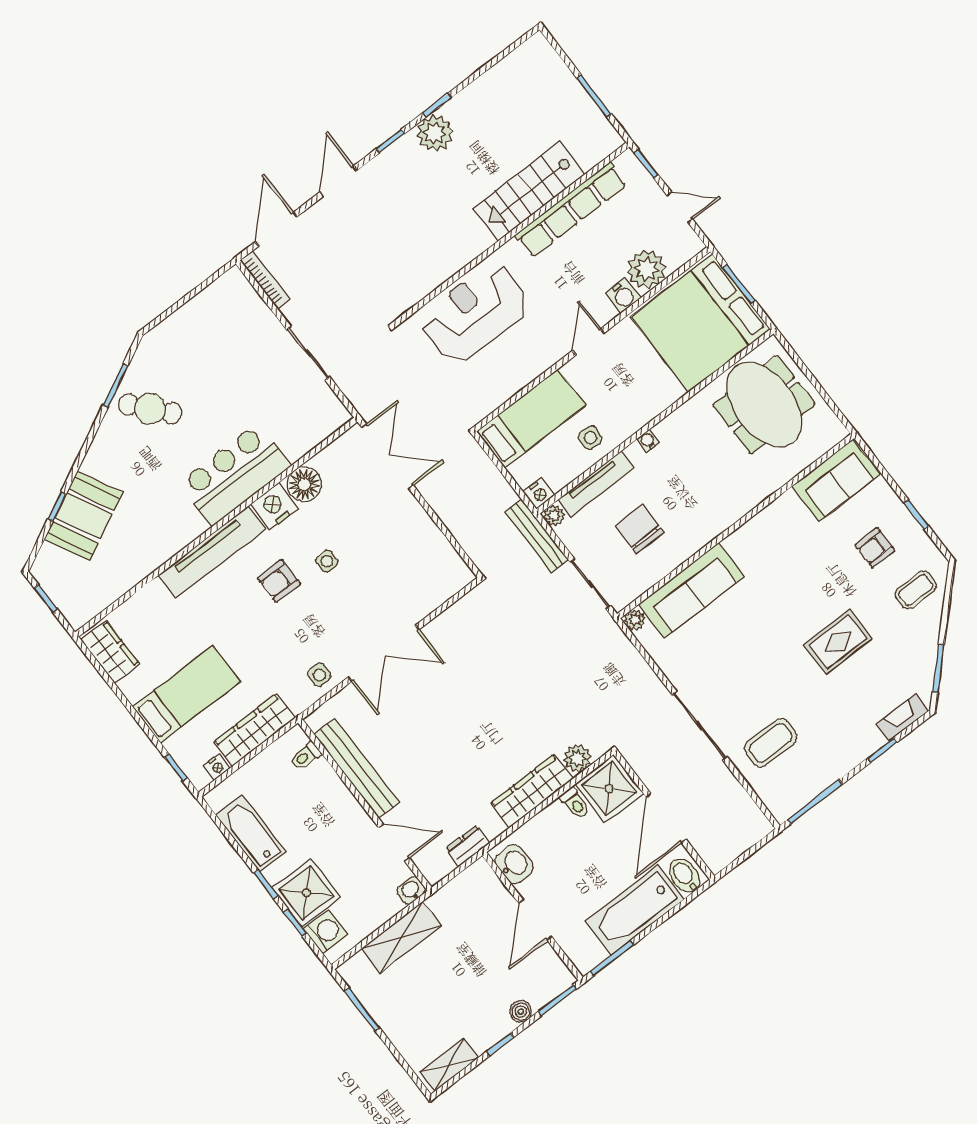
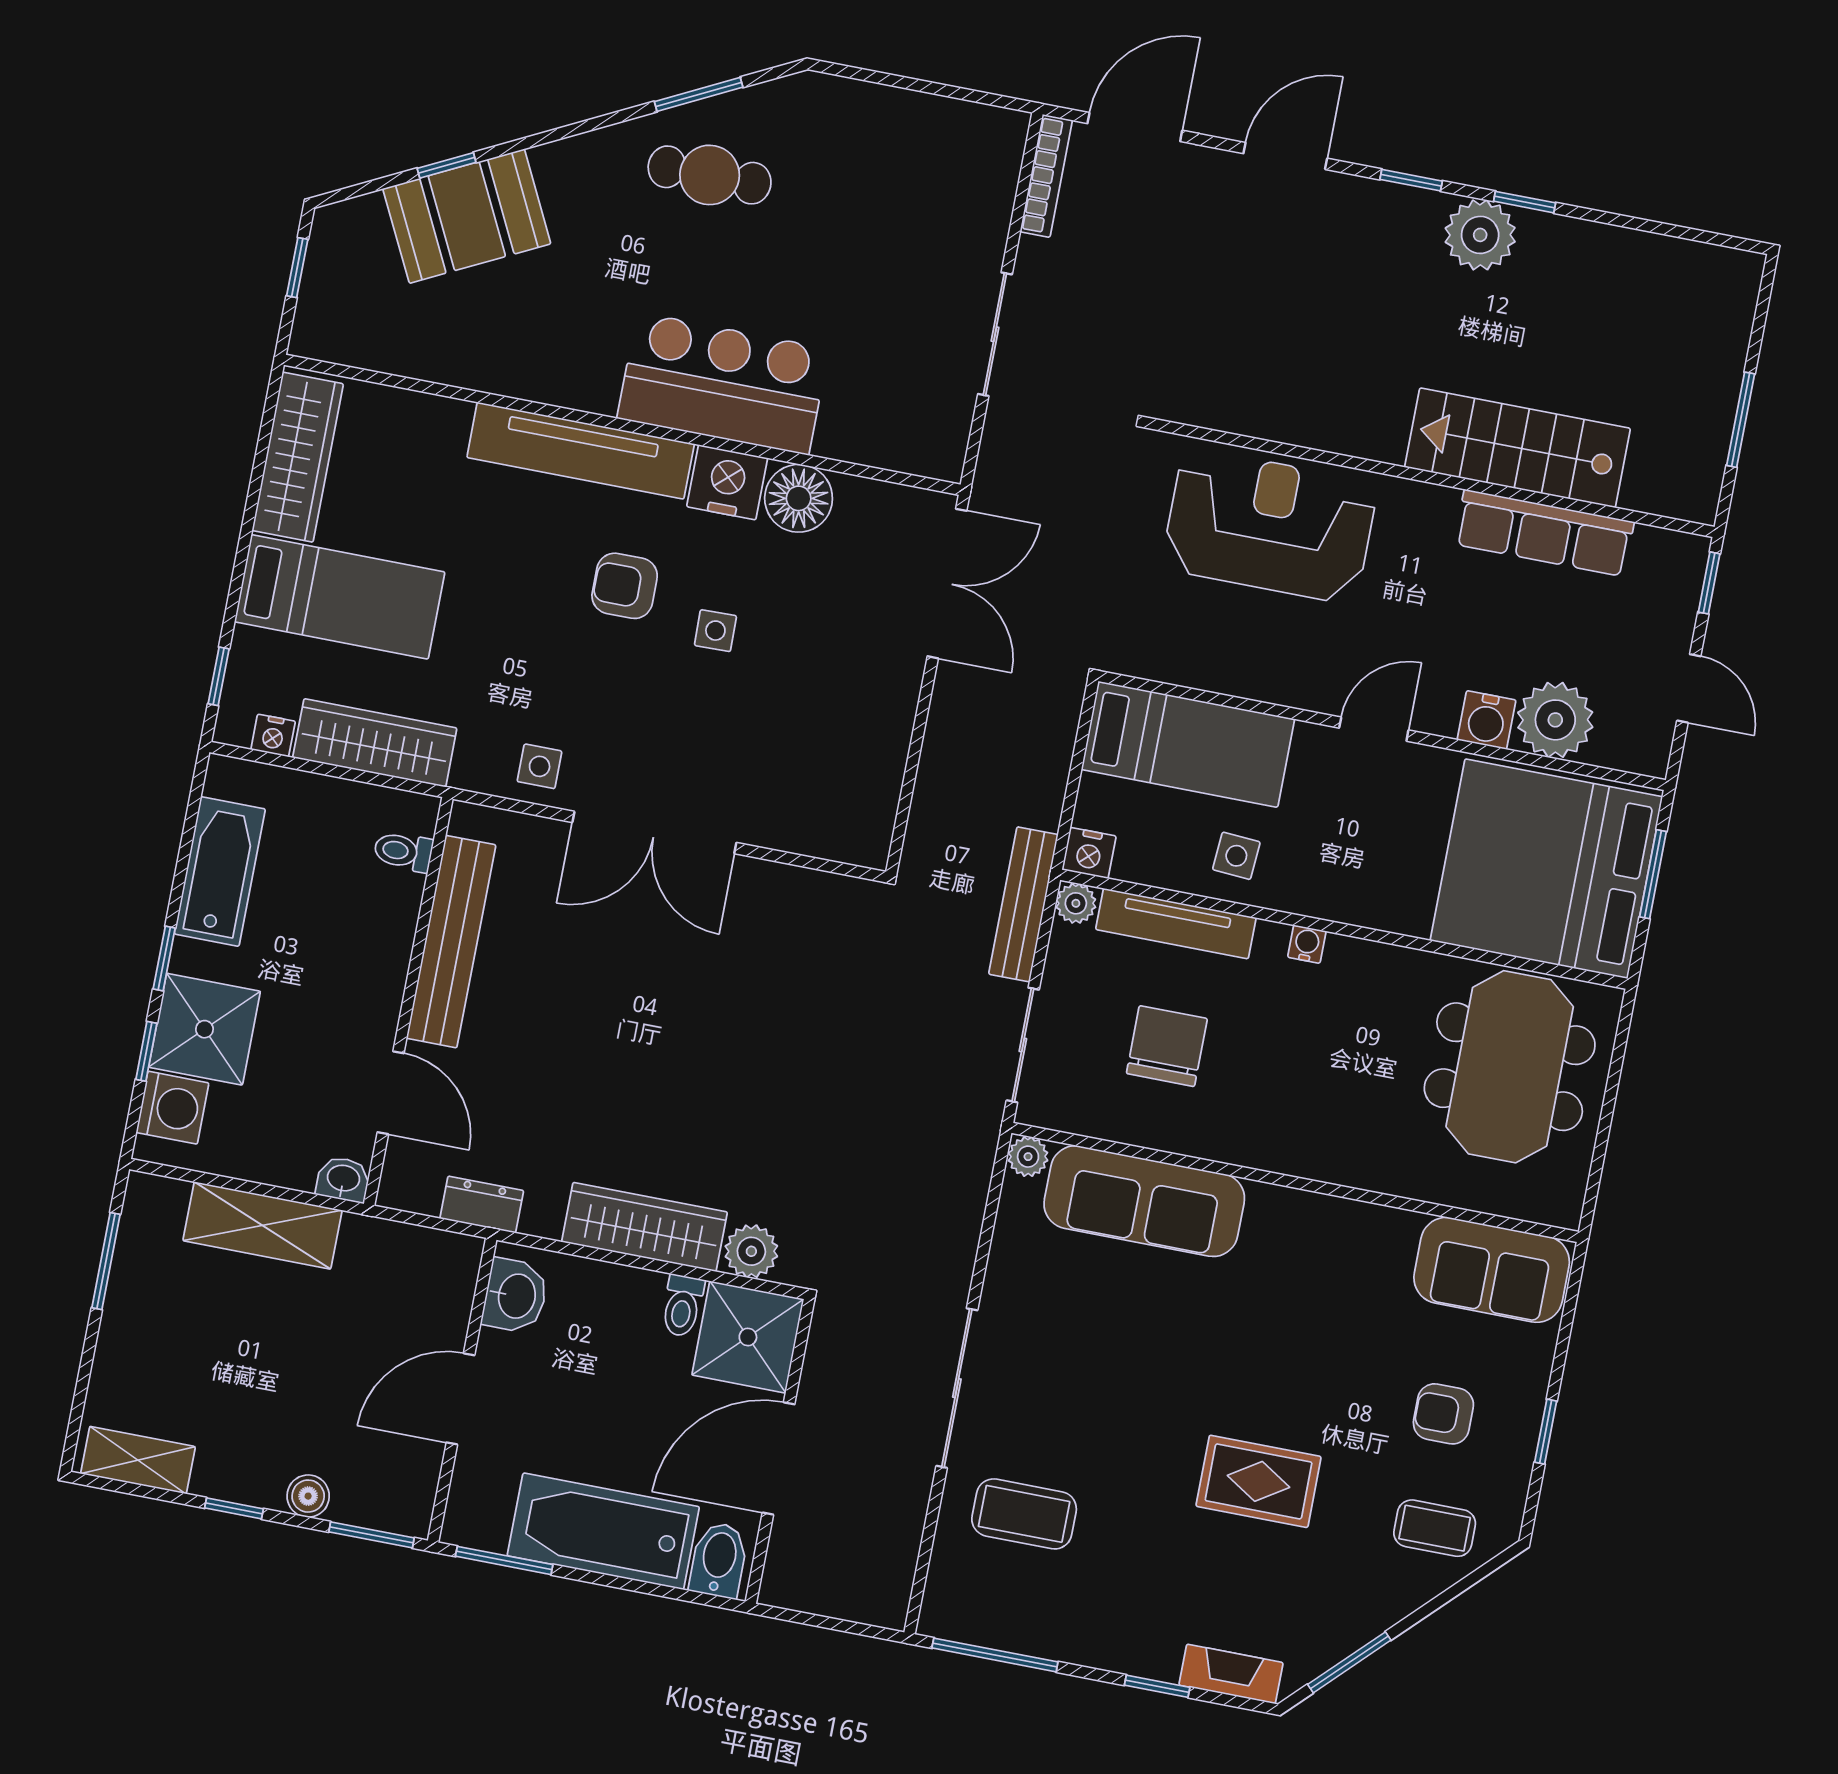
row of seats: (571, 210) -> (1544, 533), width x0.73
cafe table: (150, 409) -> (710, 175), turned -49
wardrobe: (110, 652) -> (298, 457), width x1.50

